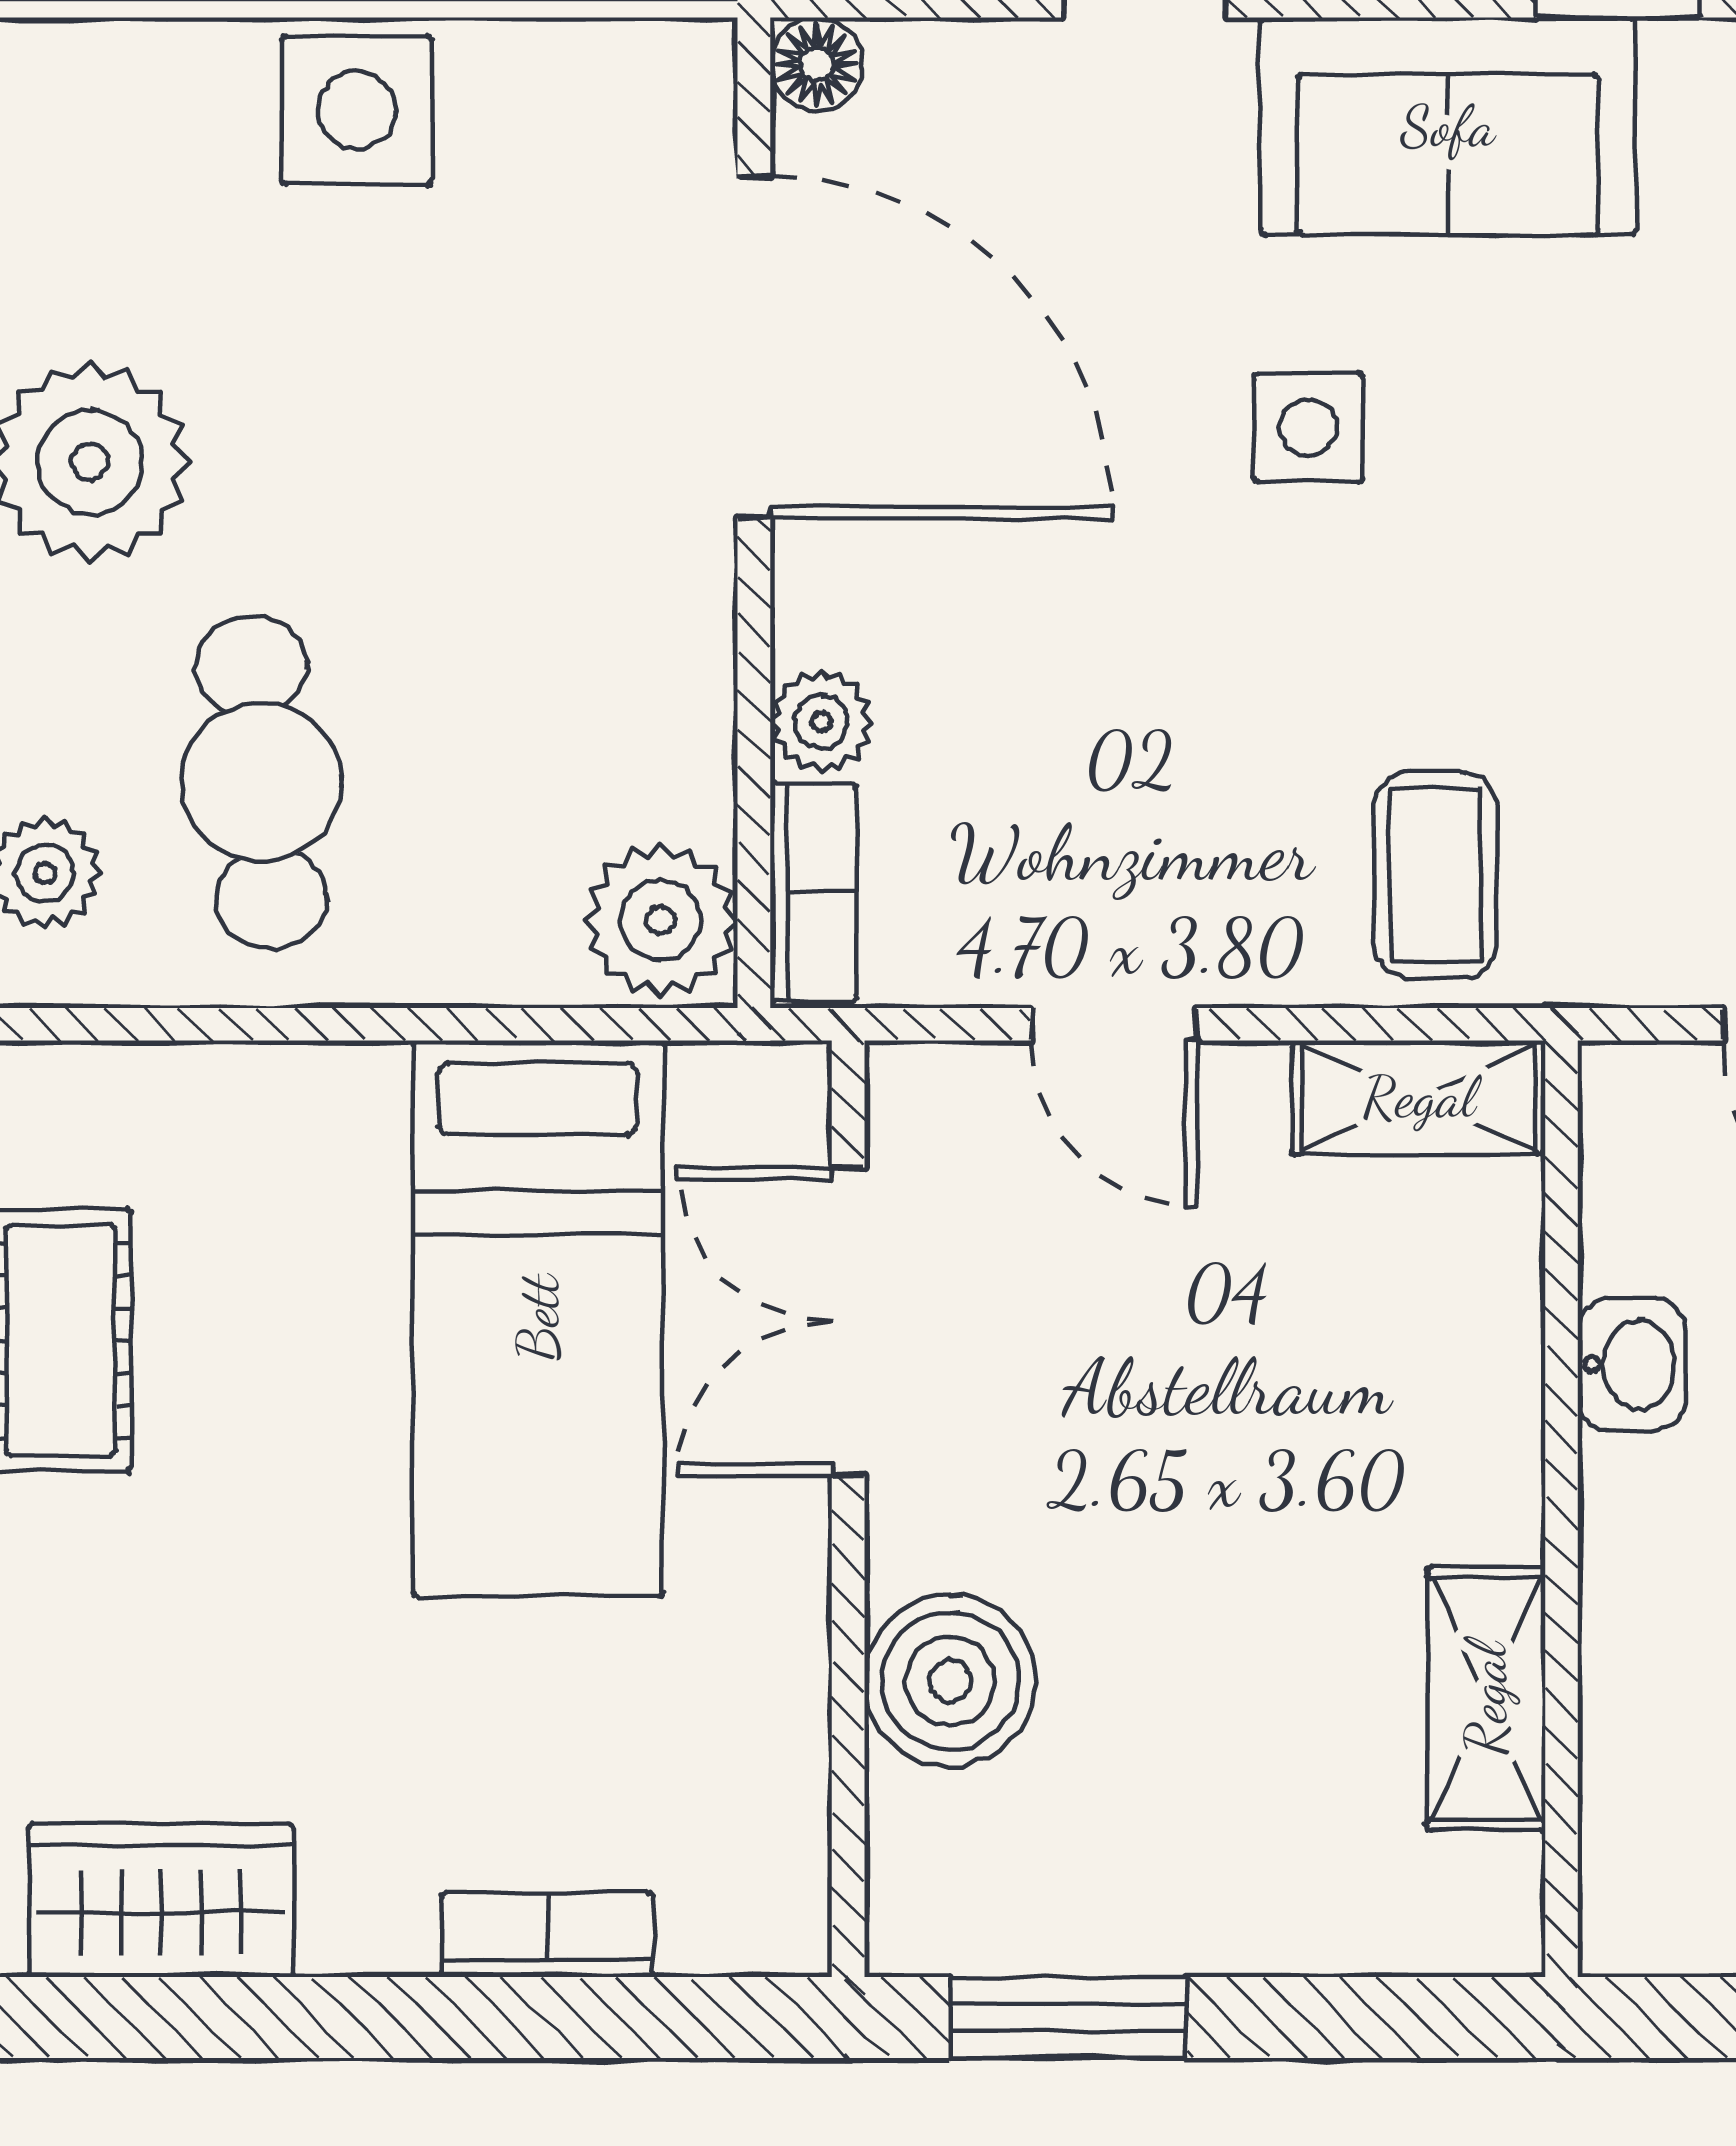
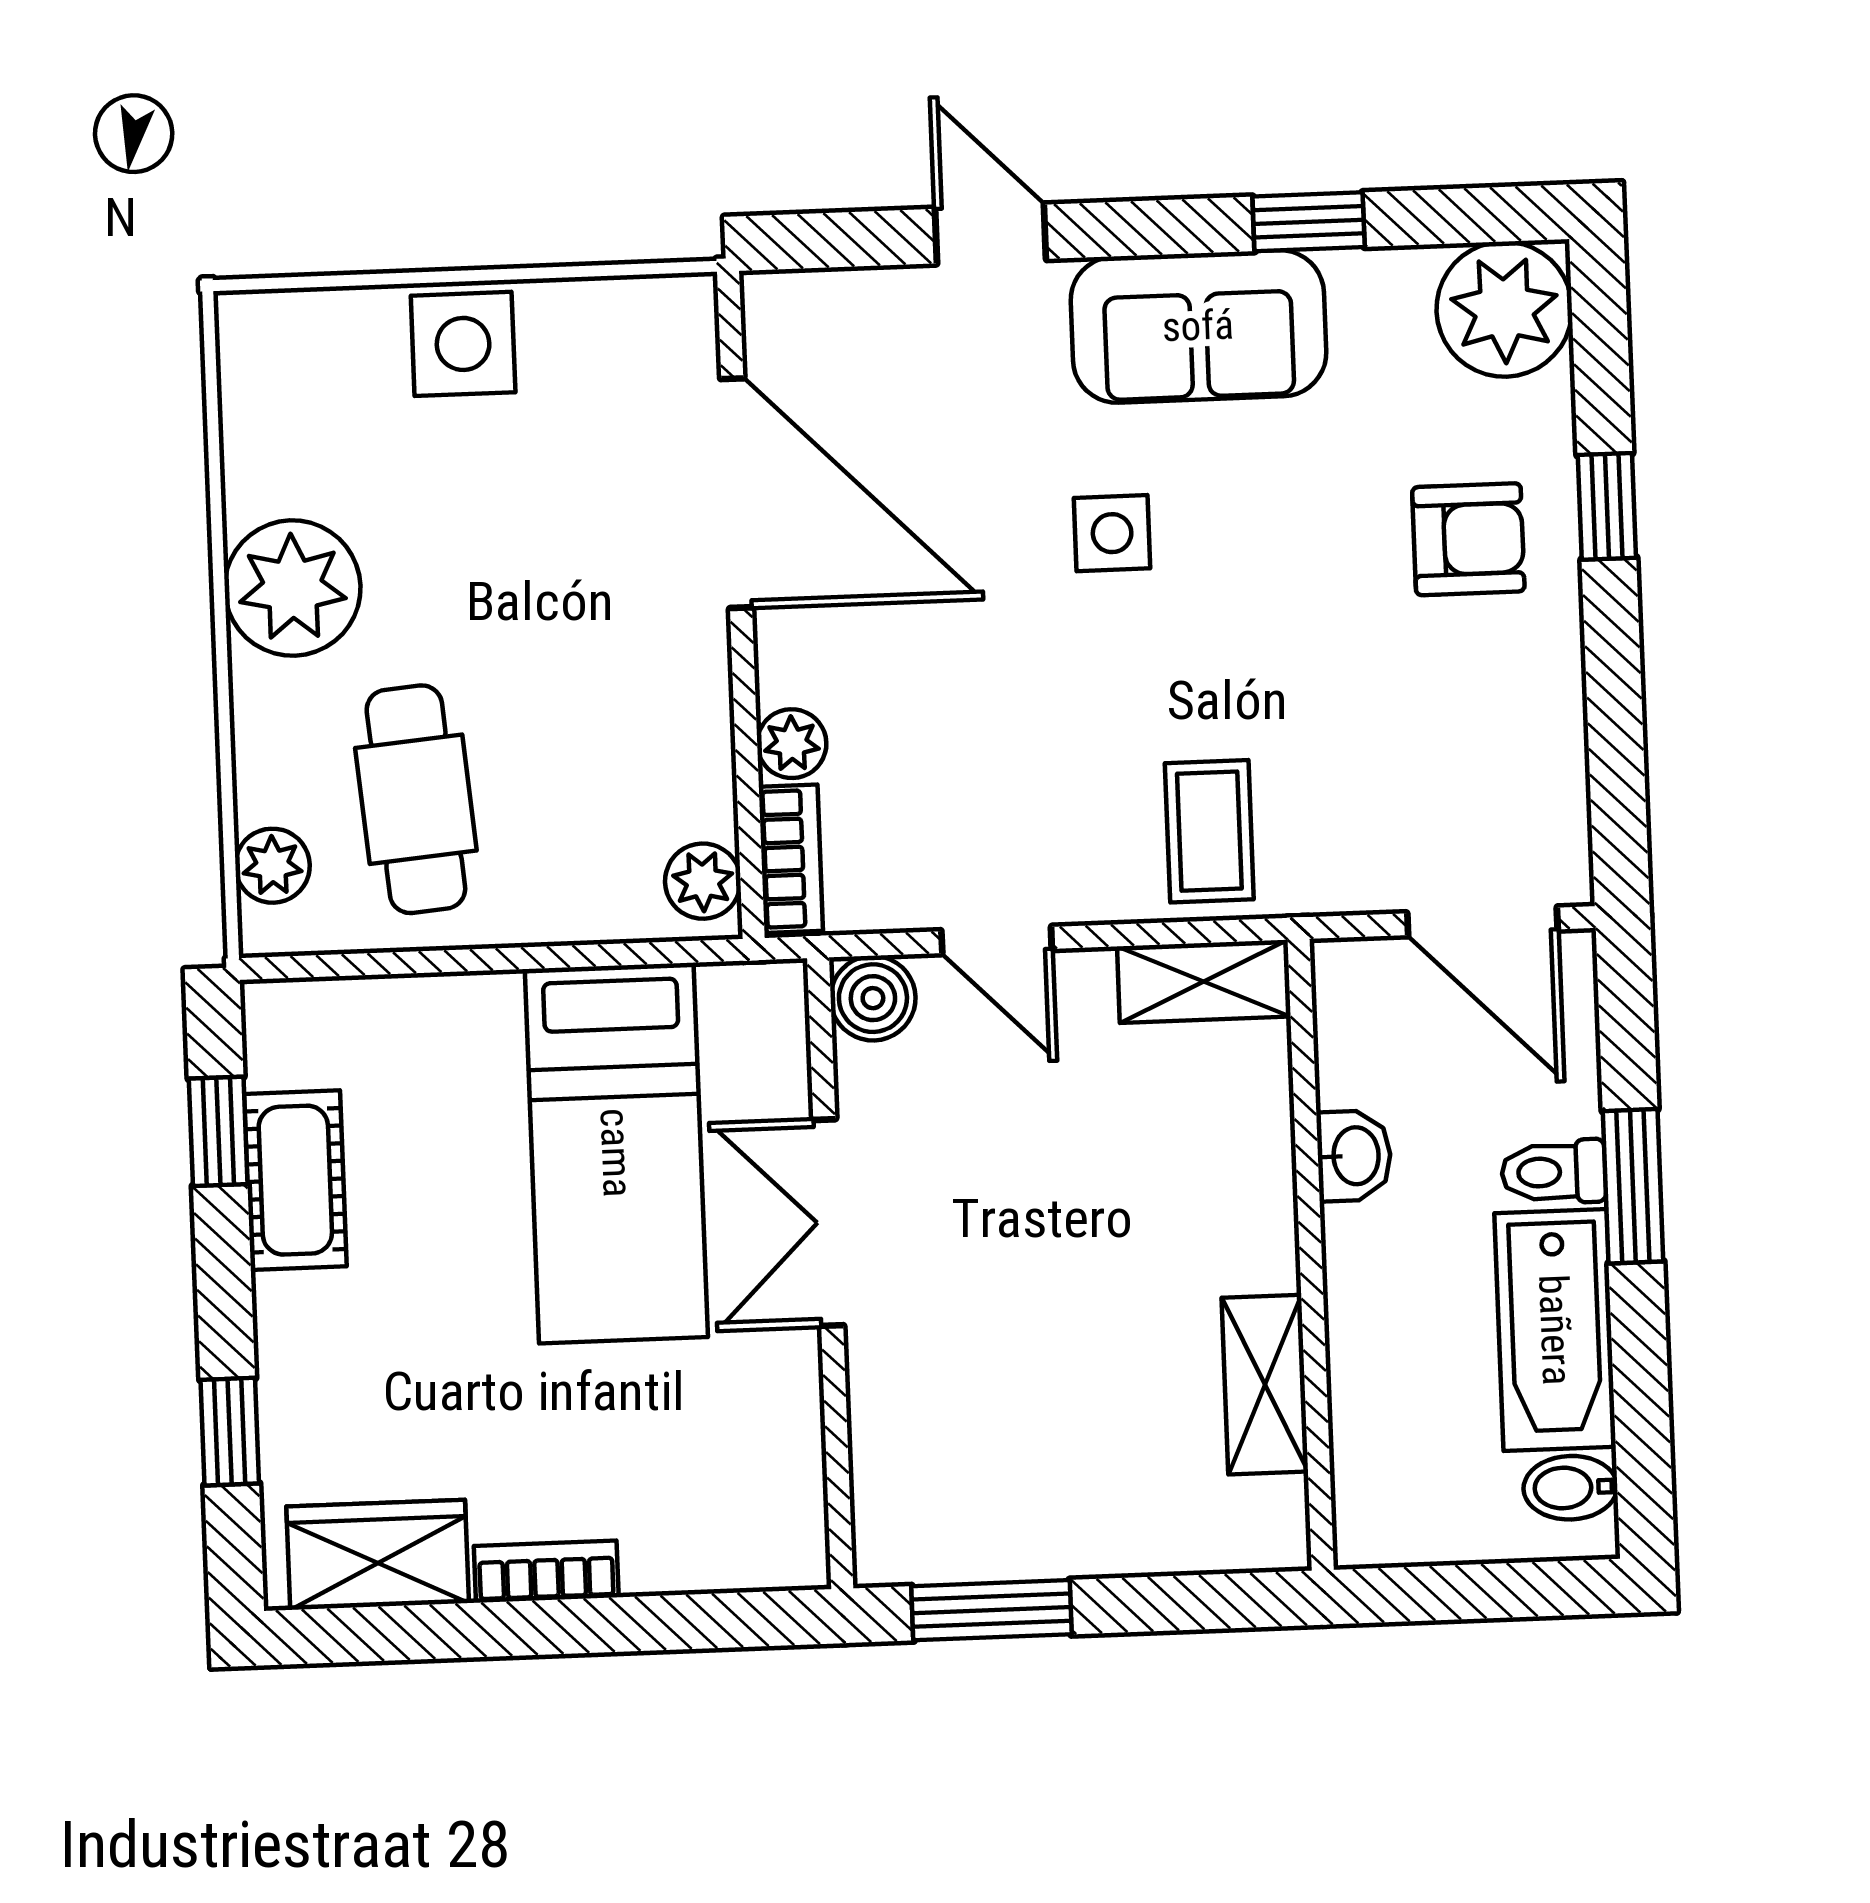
floor lamp: (817, 64) -> (772, 301), removed
plant: (661, 920) -> (703, 881), width x0.73, depth x0.73
double door: (848, 1322) -> (828, 1223), moved
boiler: (950, 1681) -> (873, 998), moved, width x0.73, depth x0.73
bookcase: (548, 1935) -> (546, 1572), moved

